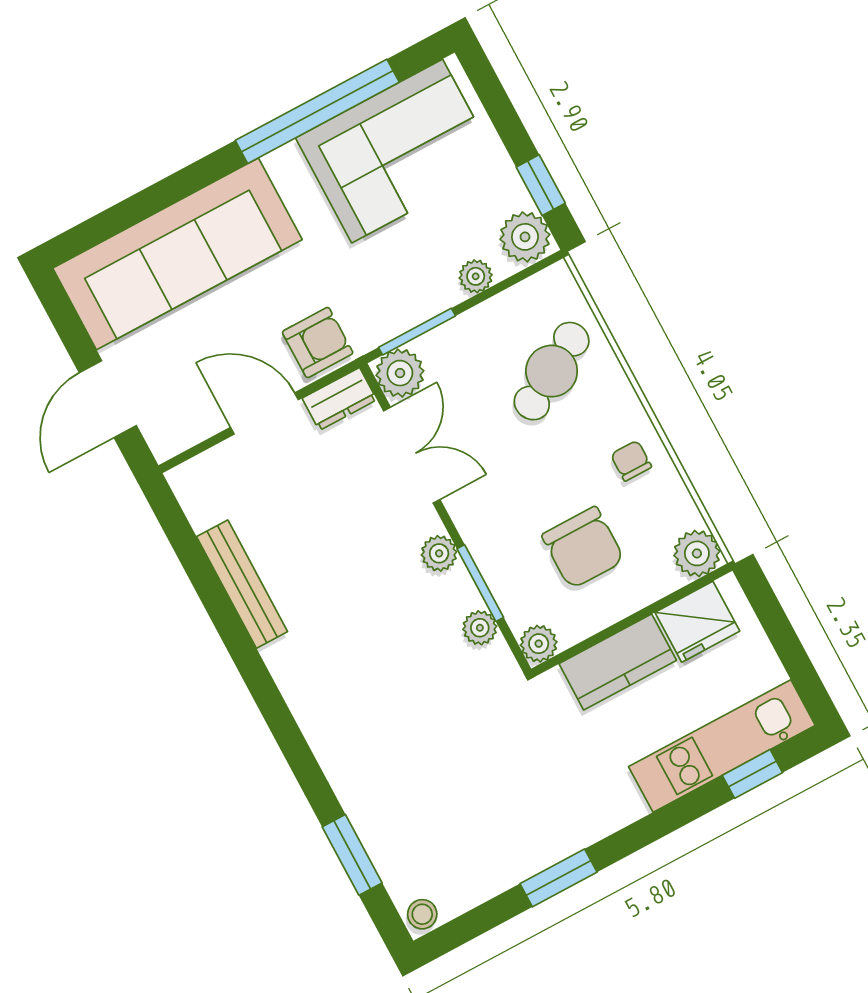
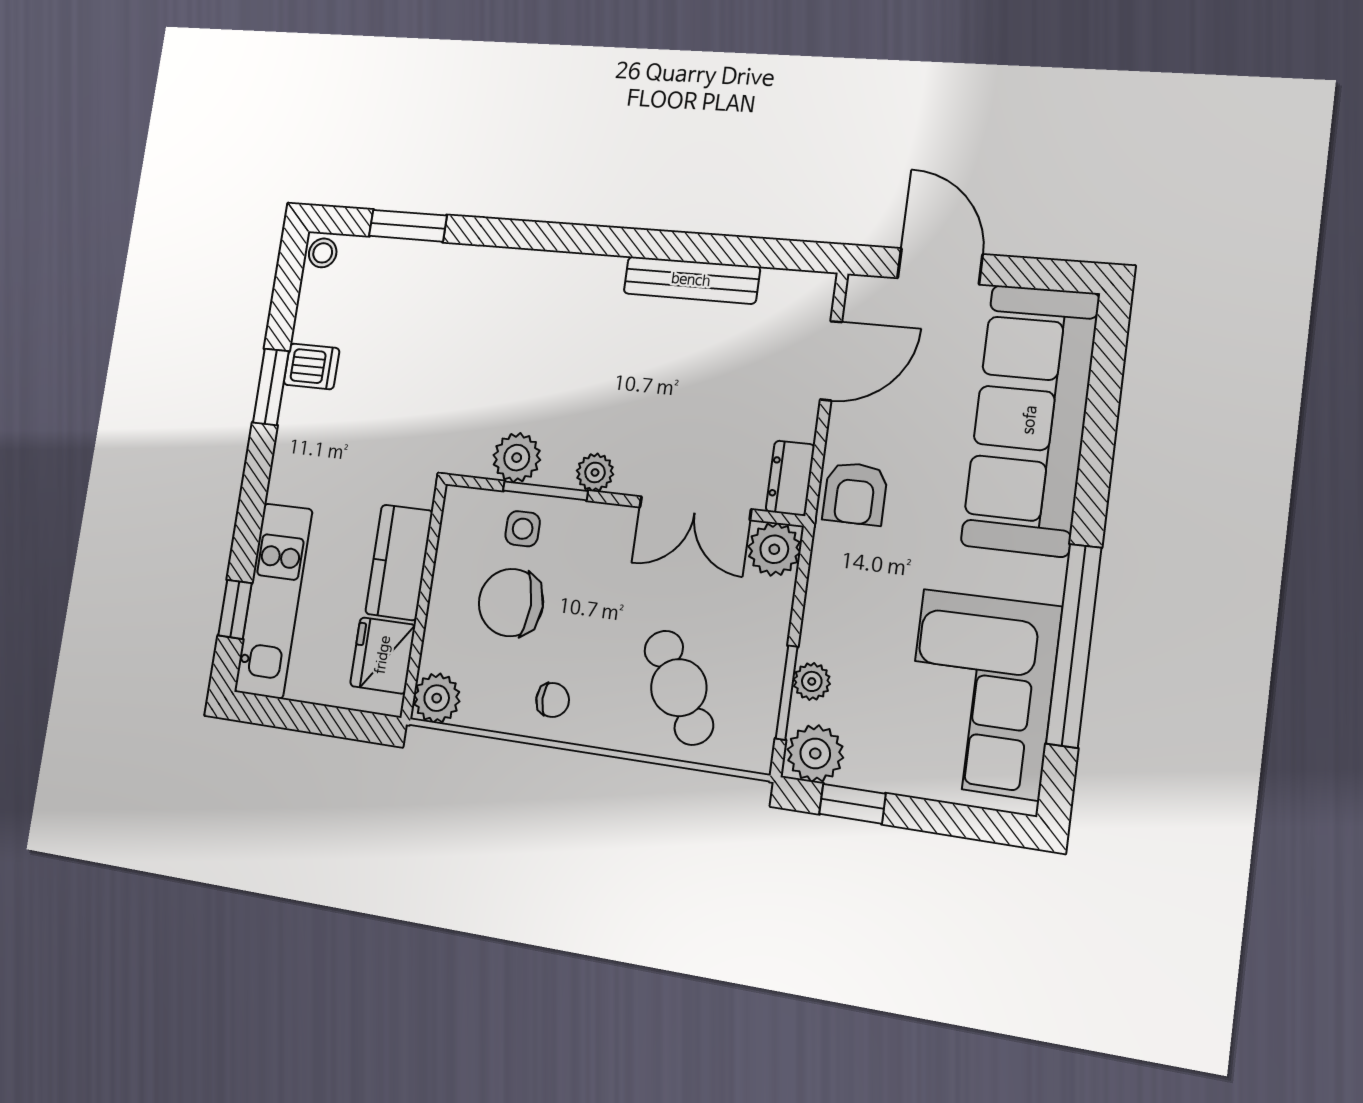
window: (417, 332) -> (787, 693), moved
door: (264, 413) -> (831, 361), moved
side table: (521, 580) -> (523, 529), added
plant: (480, 628) -> (517, 458), width x1.38, depth x1.38
plant: (539, 644) -> (461, 505), removed
dishwasher: (518, 854) -> (312, 366), added

